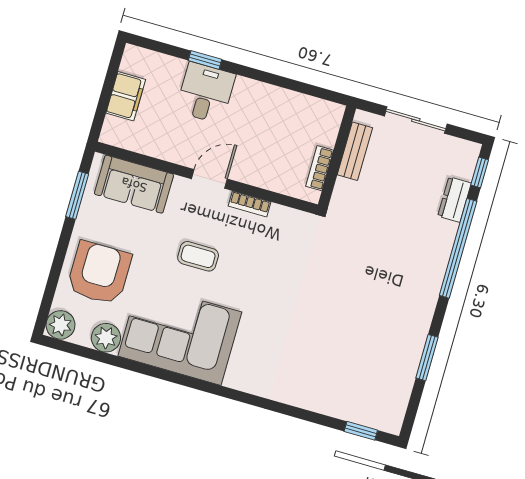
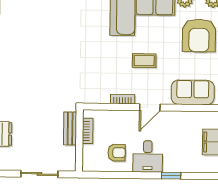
desk: (206, 93) -> (148, 156), moved
armchair: (282, 121) -> (117, 153), added
bench: (355, 151) -> (70, 128), moved

